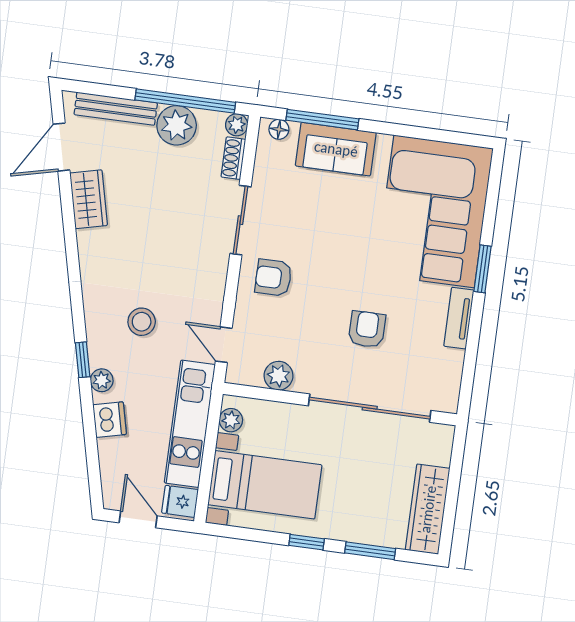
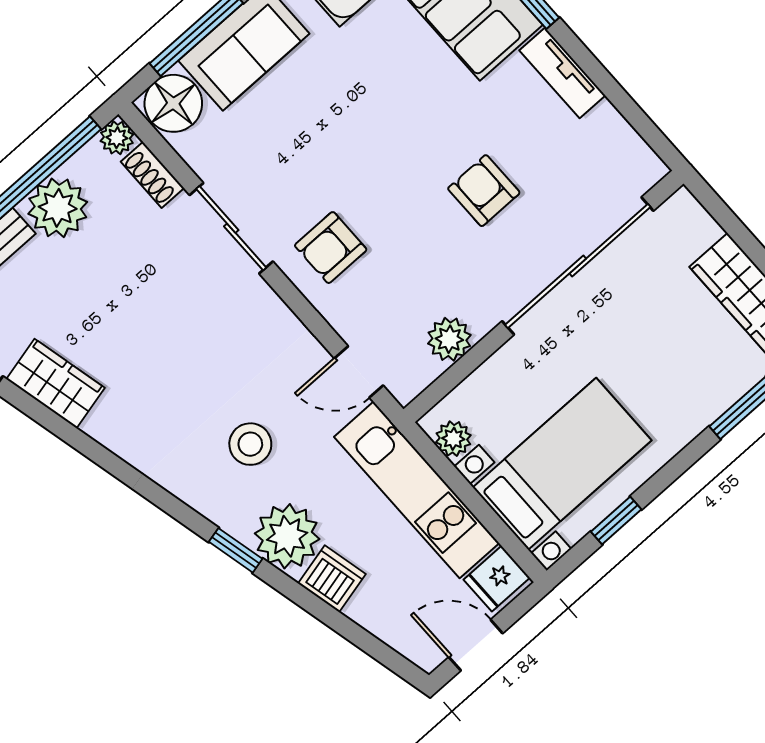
floor lamp: (279, 129) -> (173, 103), width x1.89, depth x1.89
plant: (102, 380) -> (287, 536), width x1.88, depth x1.88
window: (307, 542) -> (616, 520), moved

